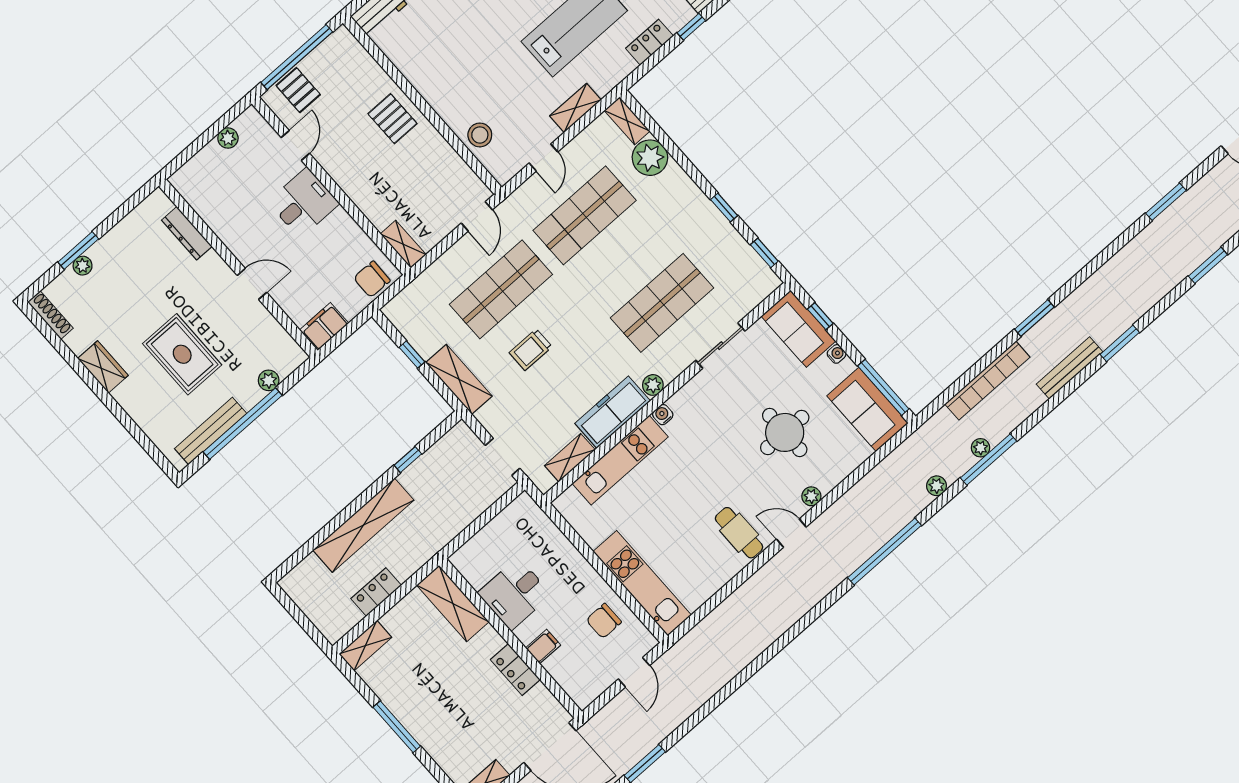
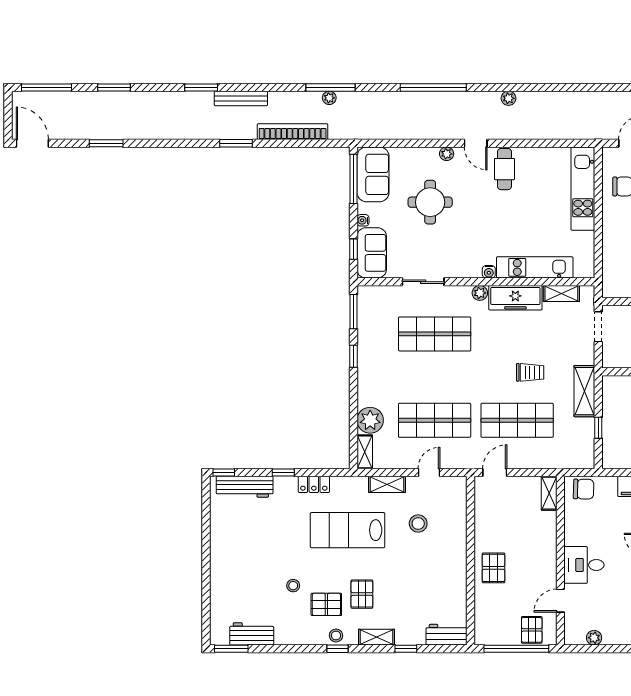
stool: (480, 135) -> (418, 524), moved
window: (764, 253) -> (353, 312), width x1.50
plant: (937, 486) -> (509, 98), moved

